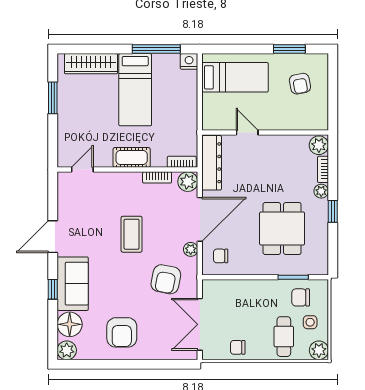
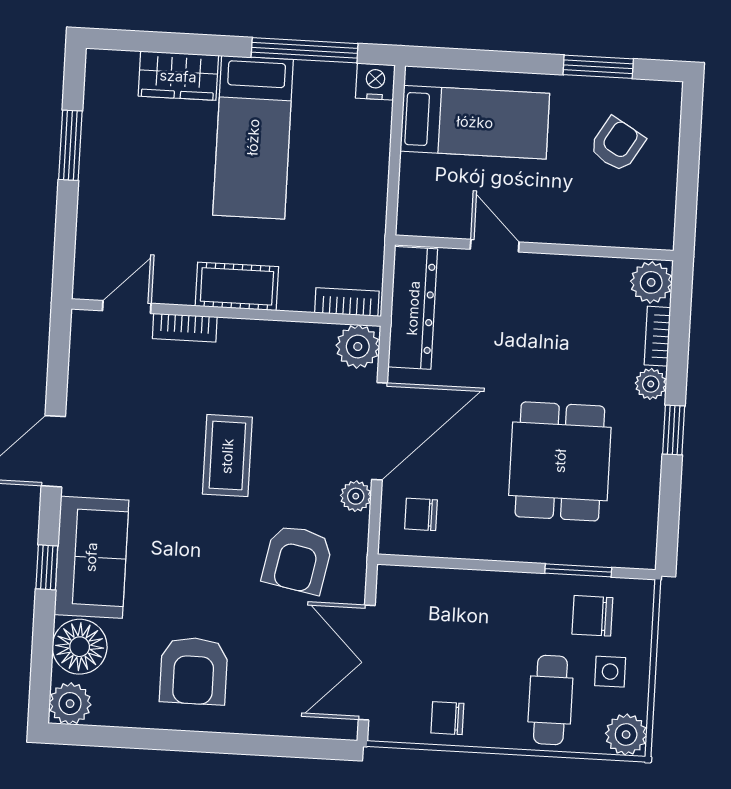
wardrobe: (91, 64) -> (178, 76), width x0.67
armchair: (300, 84) -> (617, 144), turned -138
bookcase: (157, 177) -> (185, 328), moved

